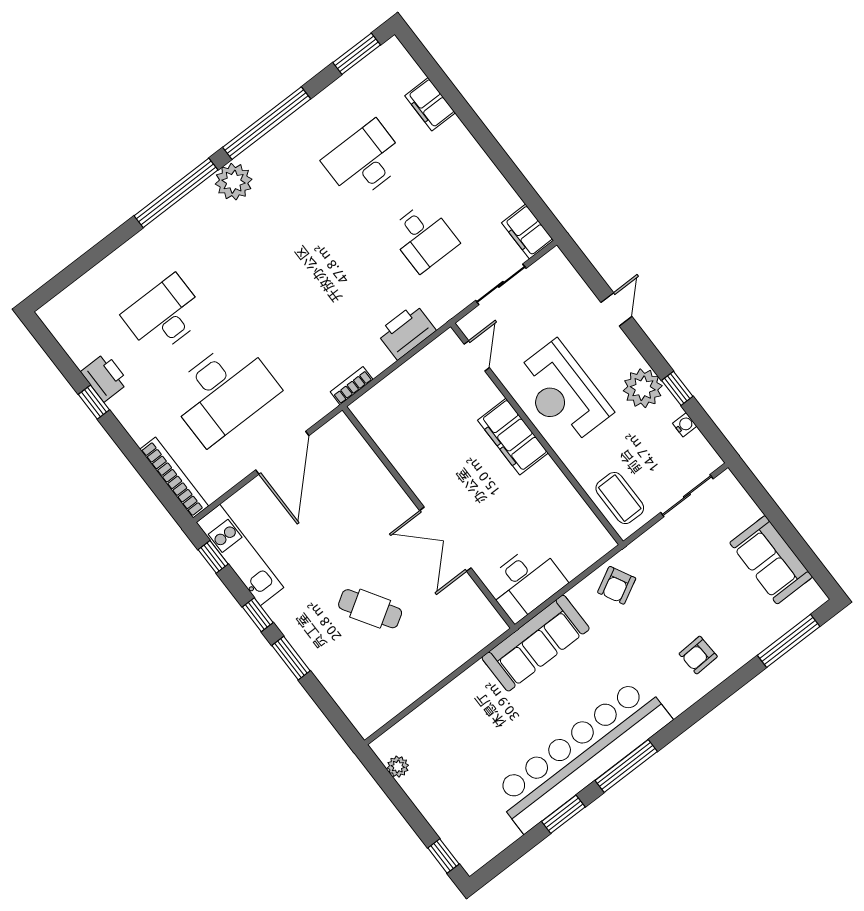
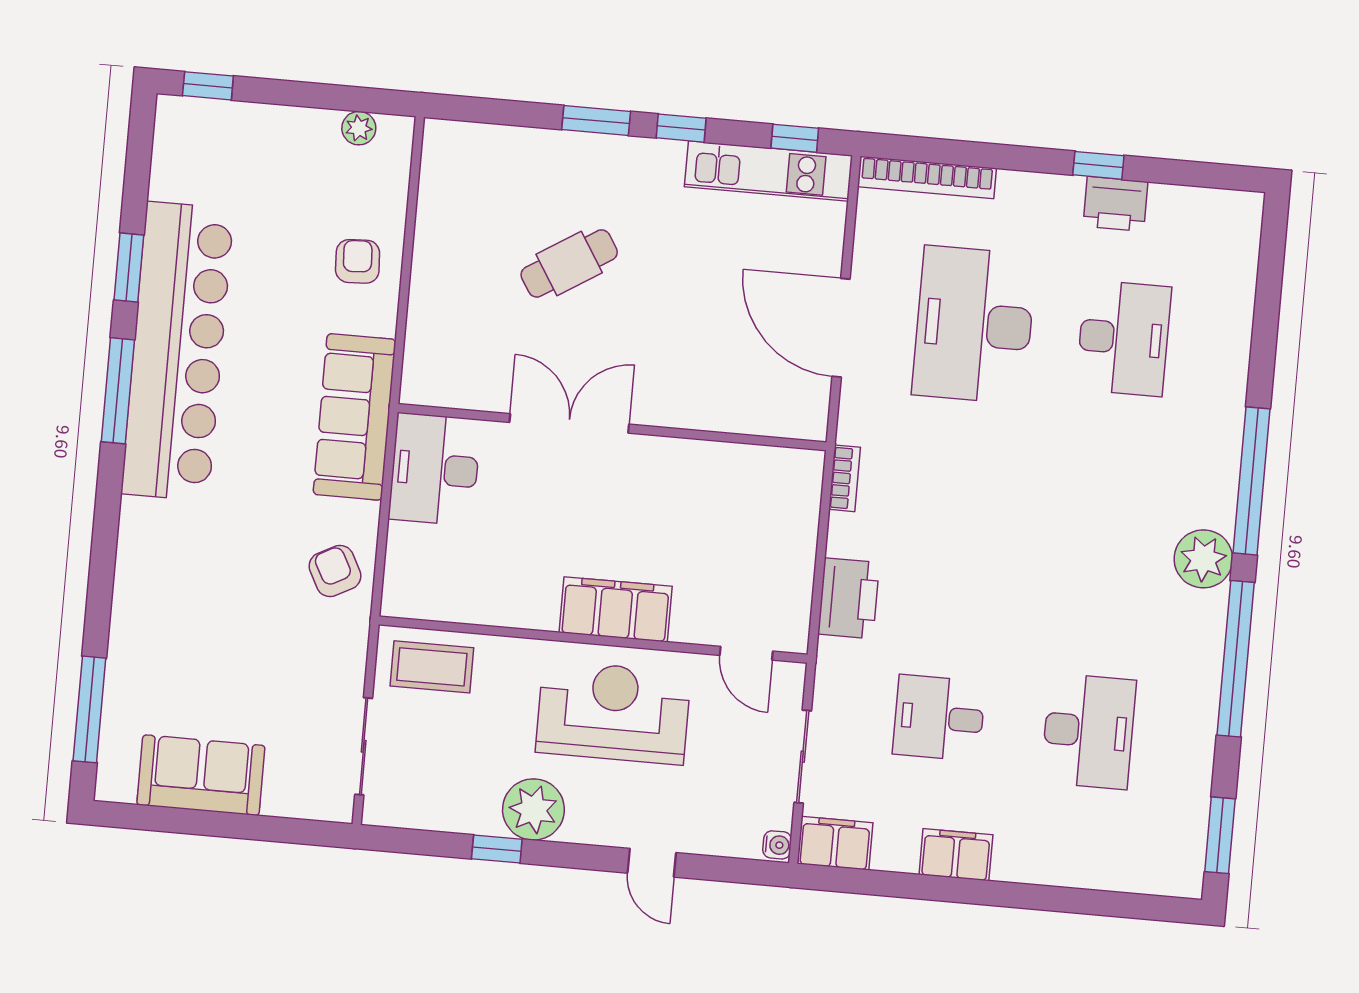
filing cabinet: (430, 104) -> (956, 855), moved
water cooler: (685, 425) -> (777, 845), moved, turned -90
armchair: (698, 655) -> (358, 261), moved

